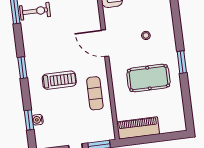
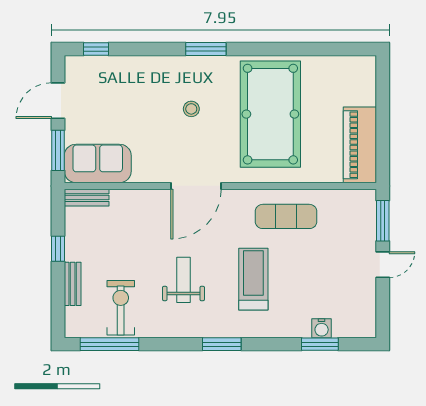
weight bench: (54, 43) -> (183, 280), added
window: (182, 62) -> (206, 49), moved
pool table: (148, 78) -> (270, 114), width x1.36, depth x1.32

